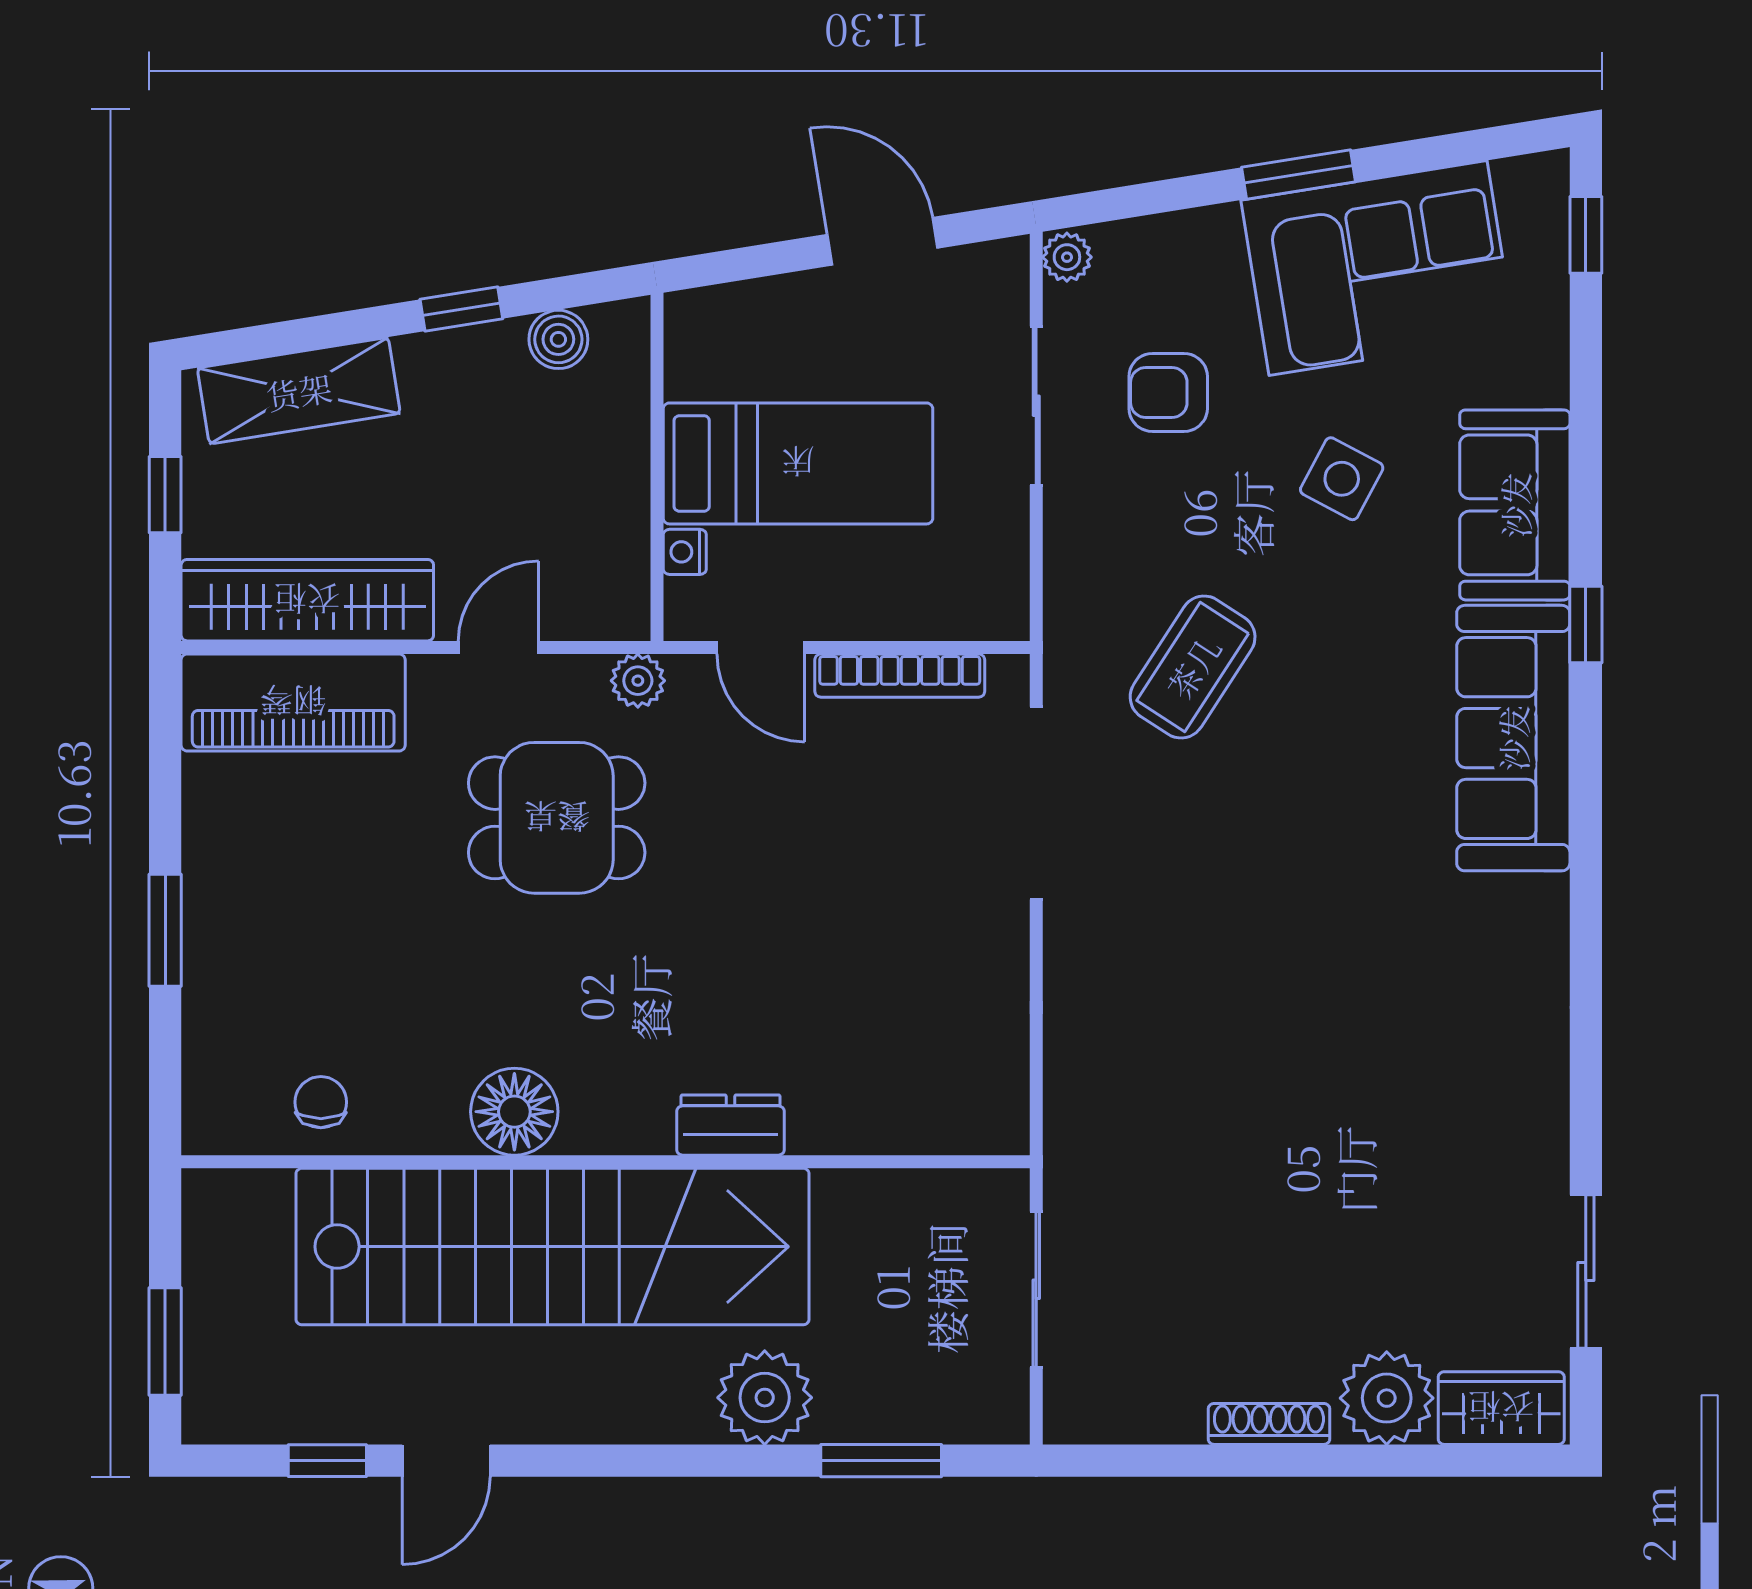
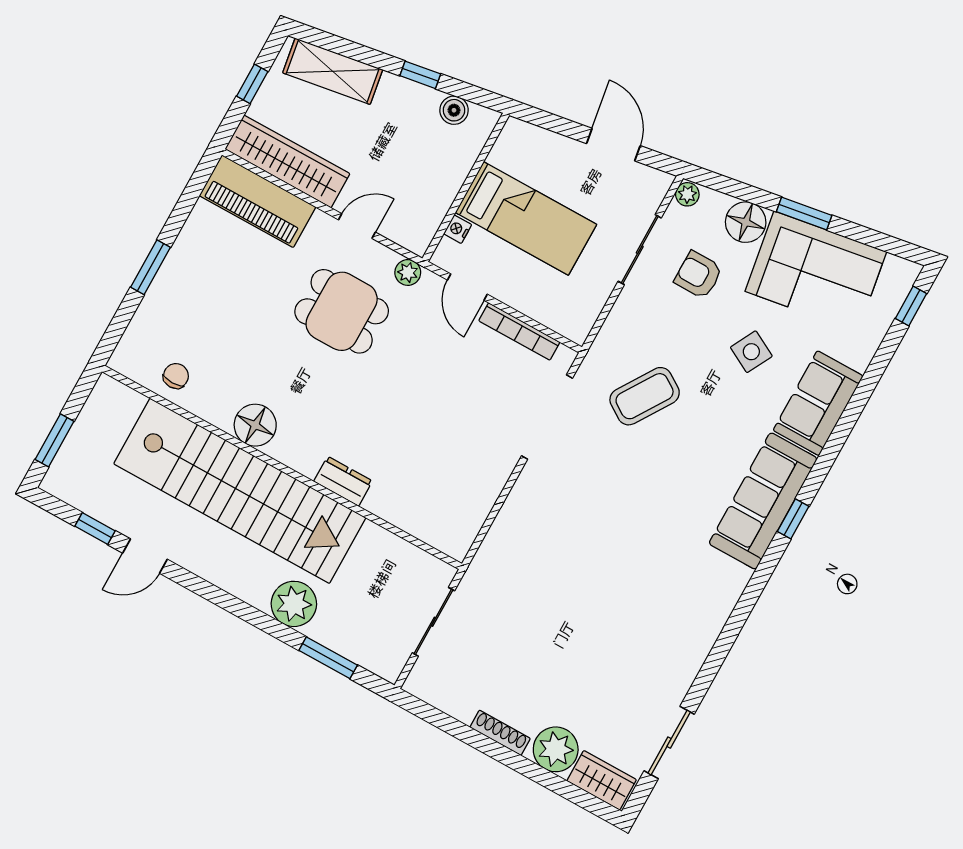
floor lamp: (1201, 249) -> (746, 222), added
window: (1586, 624) -> (793, 519), moved

